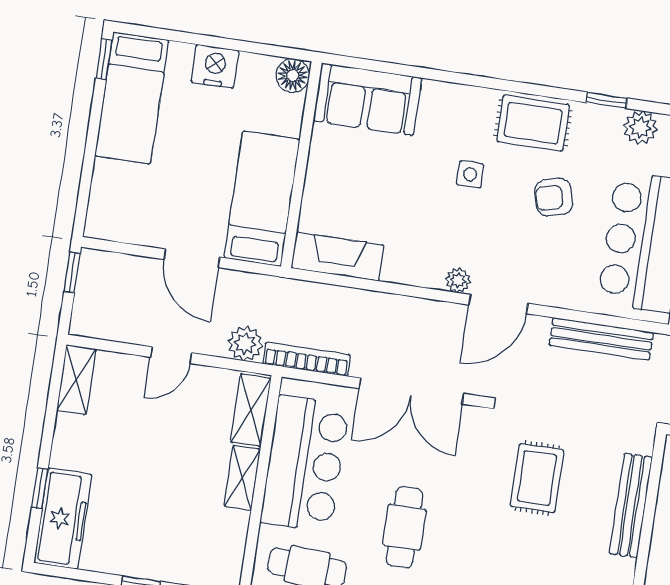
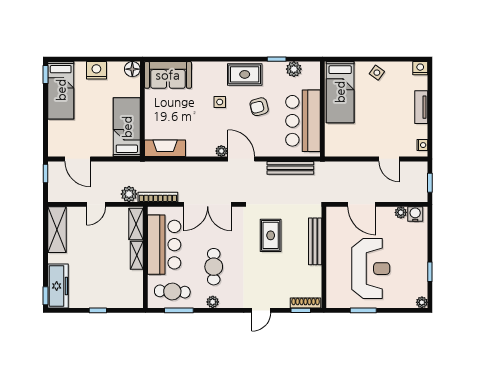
door: (192, 258) -> (78, 159), moved
door: (498, 304) -> (241, 159), swing flipped
shelving: (76, 380) -> (57, 230), width x1.50, depth x1.33
window: (40, 488) -> (45, 296), moved

